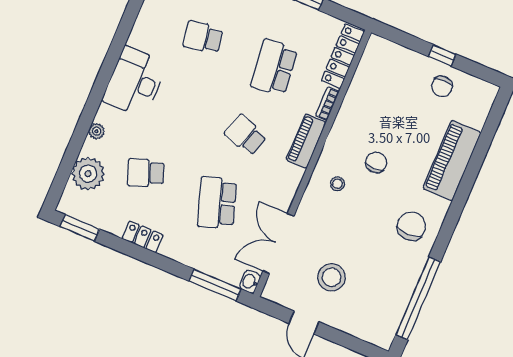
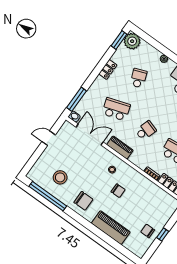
piano: (306, 141) -> (120, 148), moved
plant: (88, 174) -> (132, 41), moved
stool: (332, 277) -> (60, 177), moved

